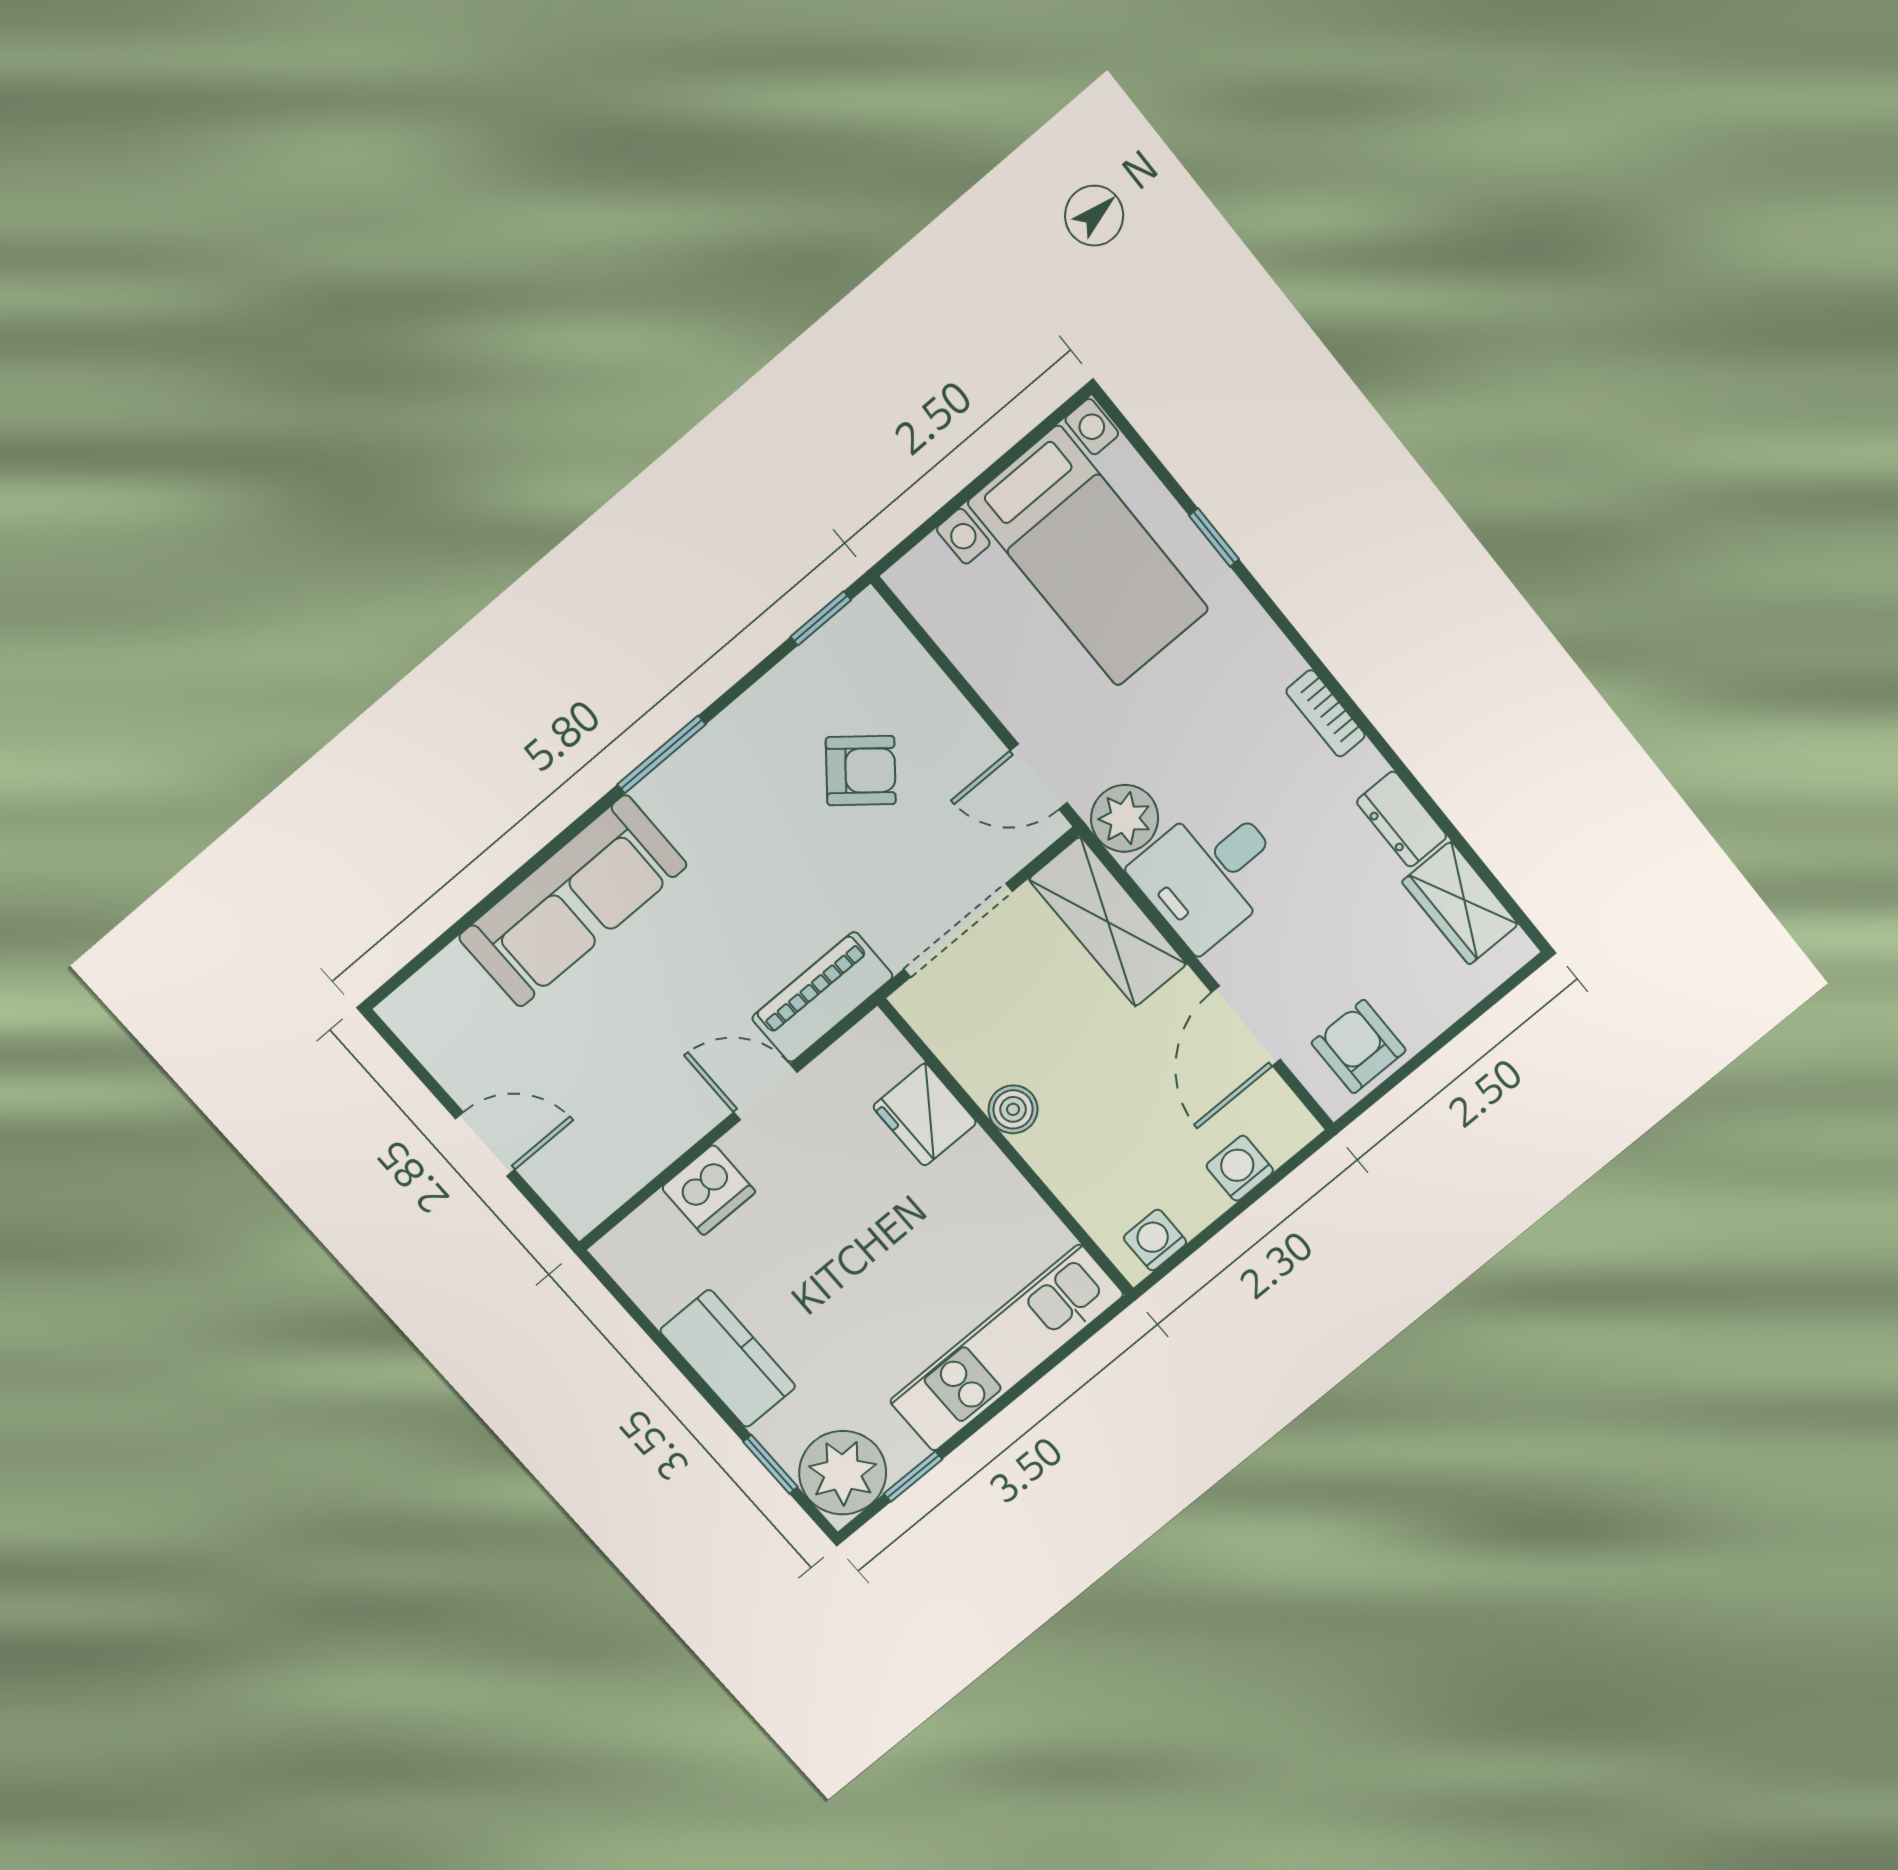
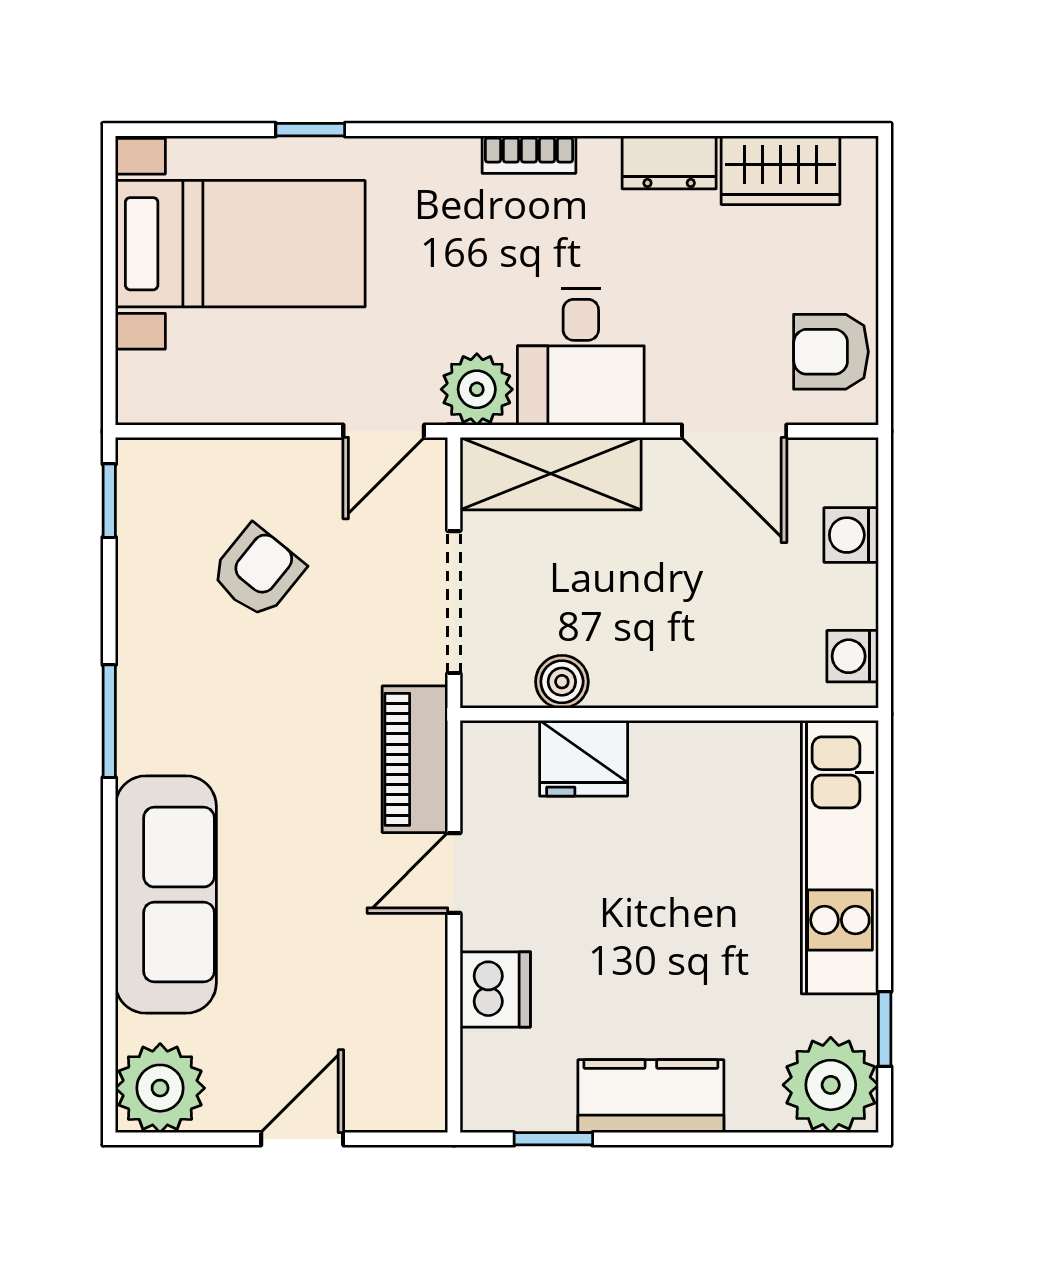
plant: (432, 1014) -> (160, 1088), added
boiler: (1013, 1109) -> (562, 682), moved
window: (770, 1464) -> (553, 1139), moved

